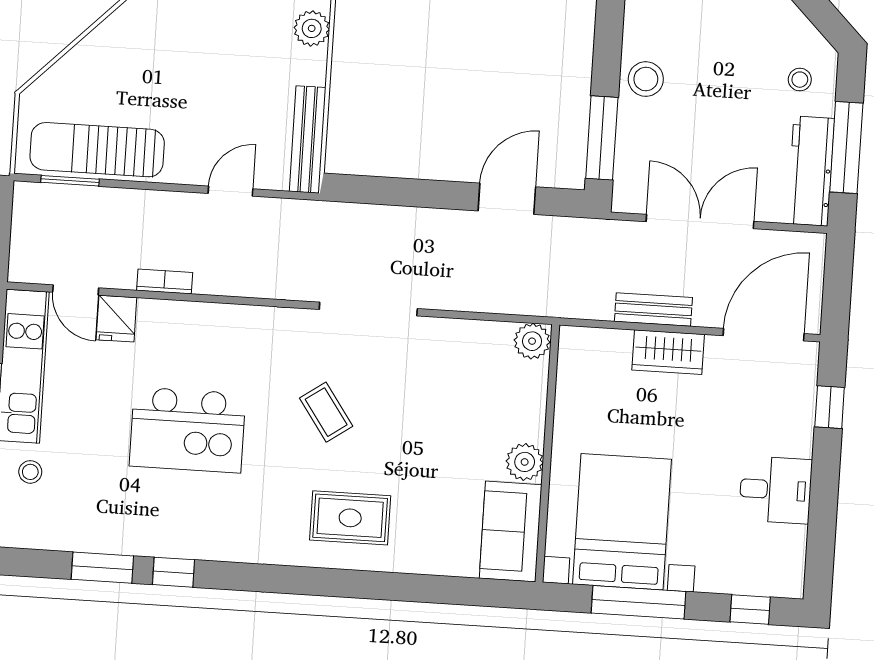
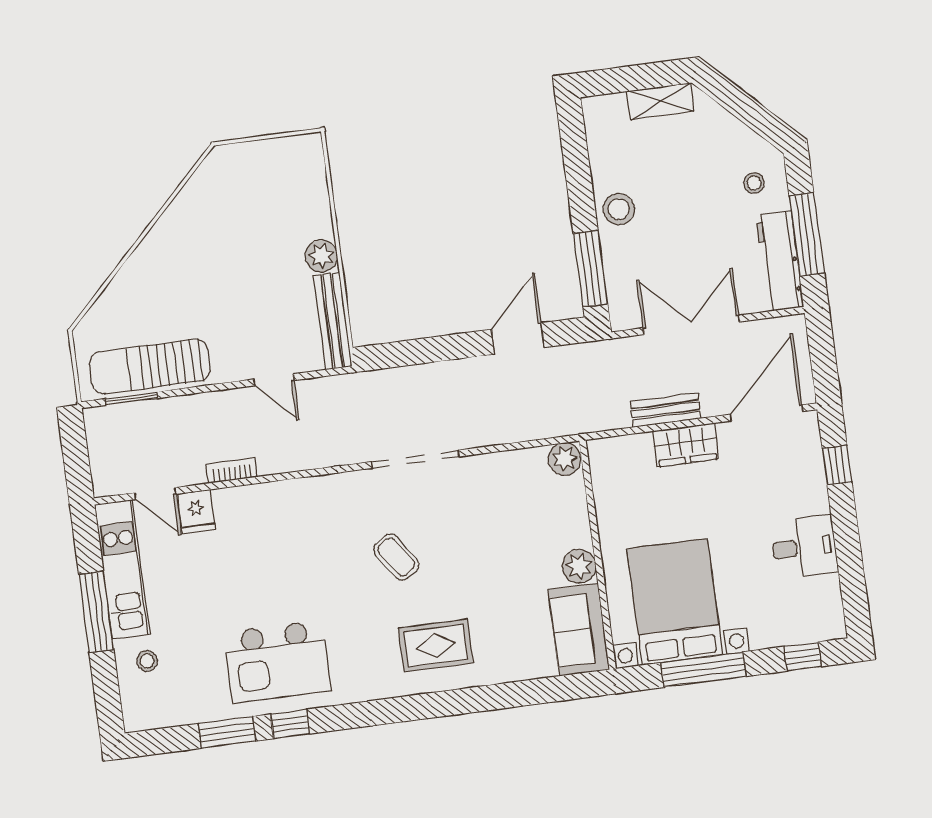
plant: (312, 28) -> (321, 256), moved
door: (230, 191) -> (274, 380), swing flipped
kitchen island: (187, 430) -> (277, 662), moved

